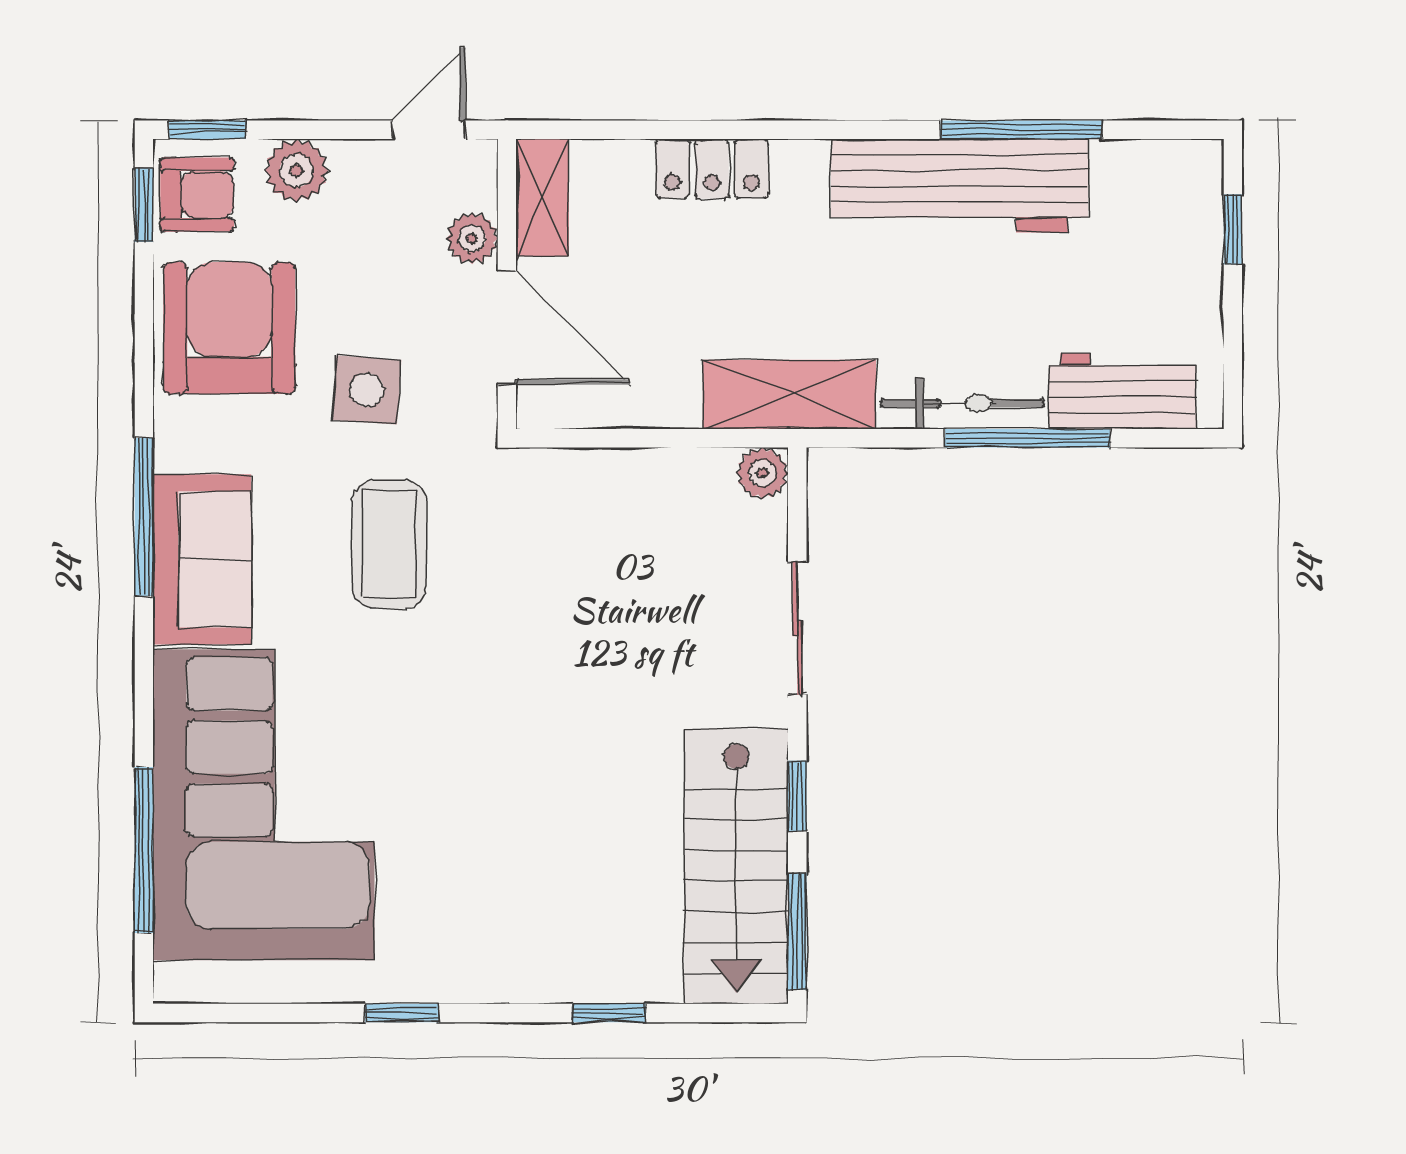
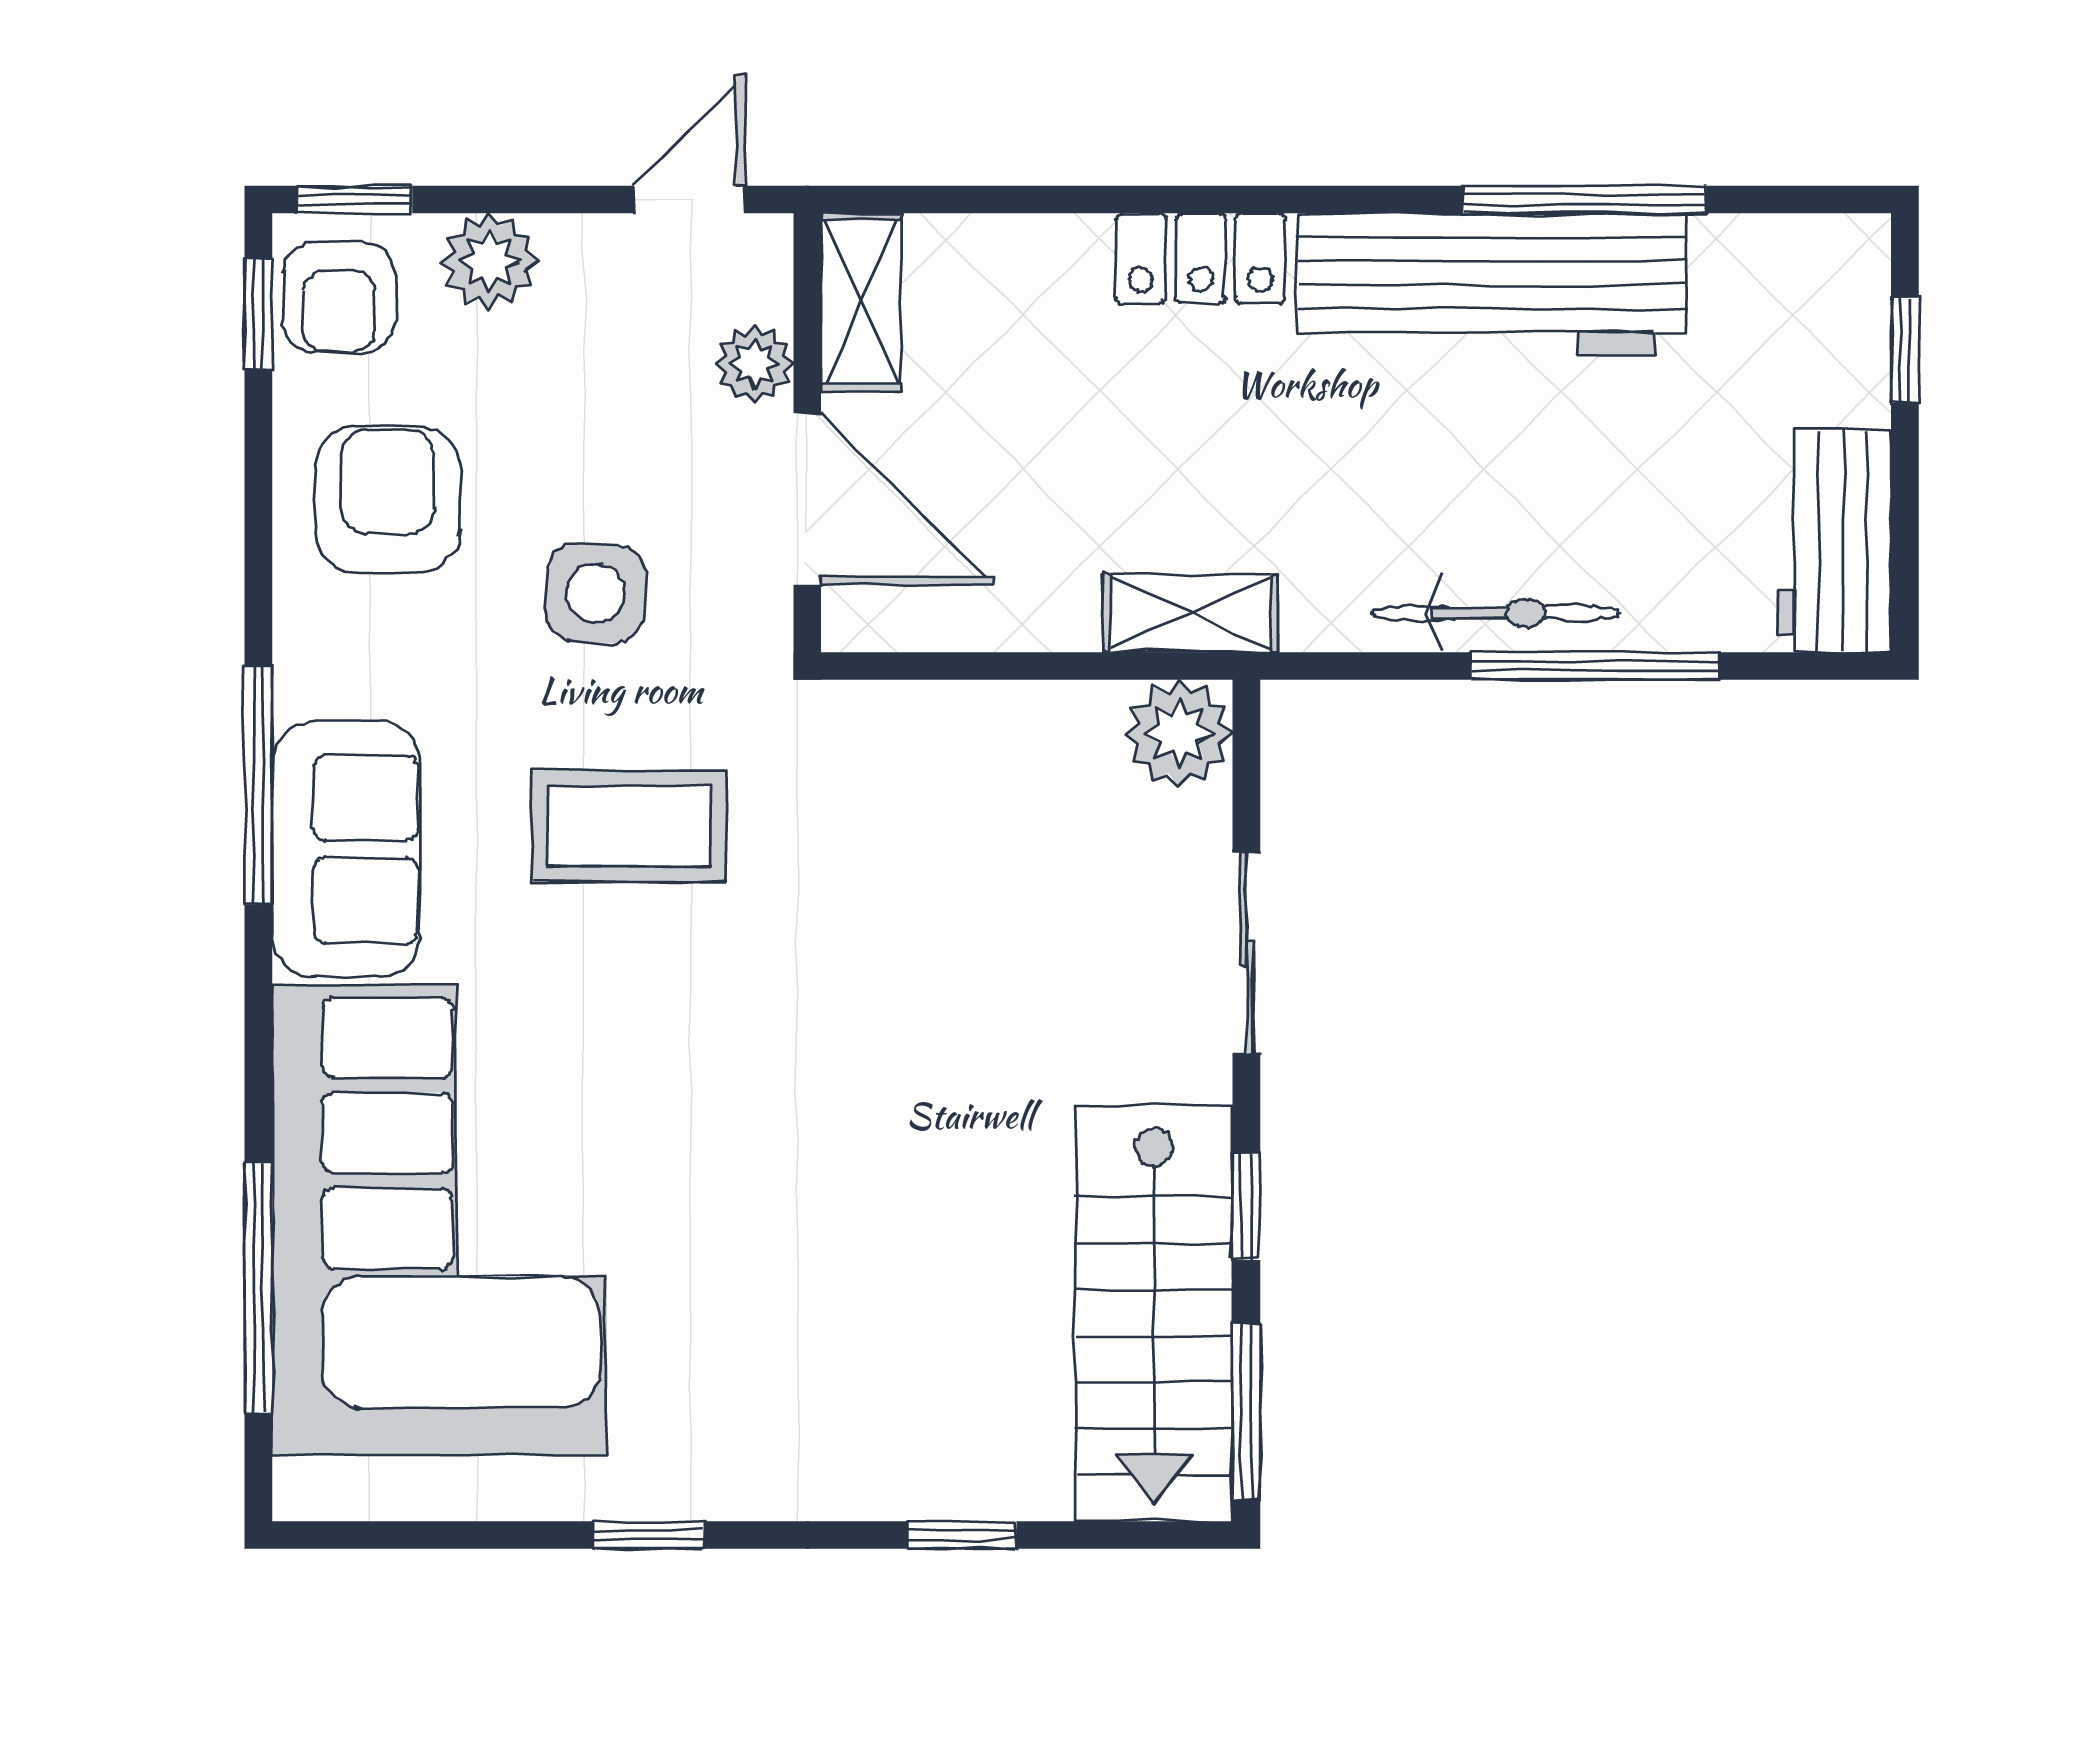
locker: (712, 169) -> (1201, 258), moved
armchair: (197, 195) -> (339, 297), turned 90
armchair: (229, 328) -> (388, 499), width x0.73, depth x0.73
workbench: (1122, 391) -> (1834, 541), moved, turned -90
shelving: (789, 395) -> (1191, 613), width x0.67, depth x0.75
plant: (762, 473) -> (1179, 733), width x1.38, depth x1.38
coffee table: (389, 544) -> (629, 826), turned 90

